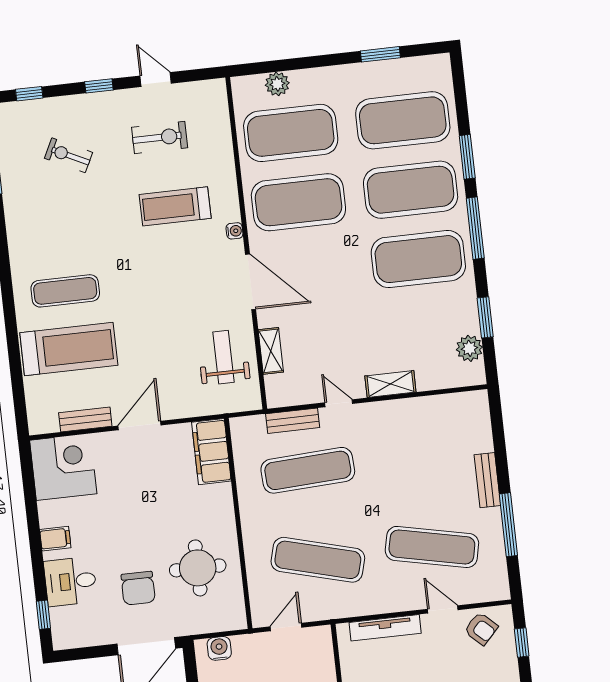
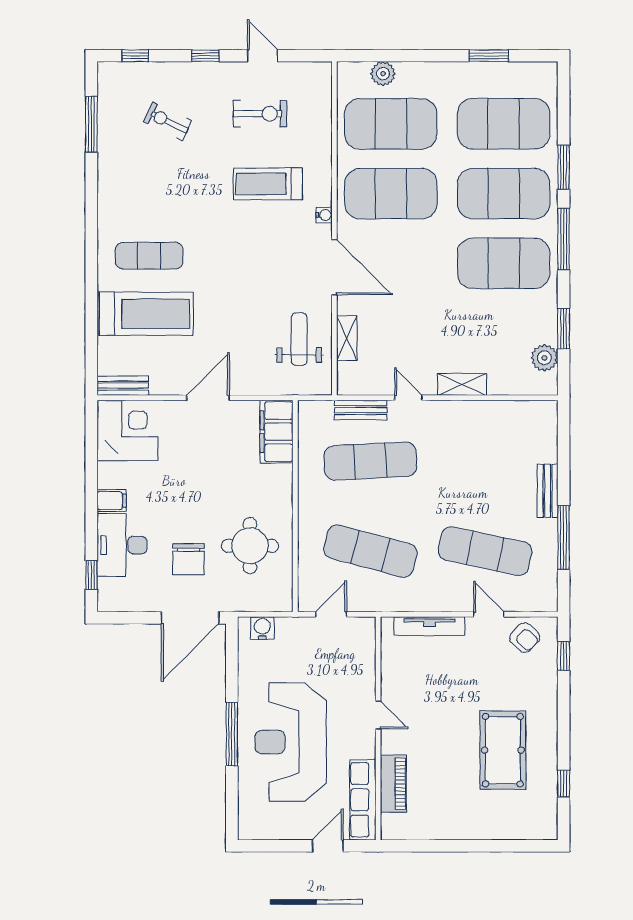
bench: (85, 419) -> (123, 386), moved
desk: (70, 581) -> (122, 545), width x1.37

